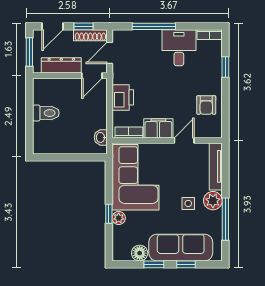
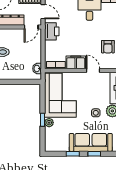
door: (110, 53) -> (43, 12), swing flipped
printer: (123, 97) -> (52, 31), moved
door: (184, 140) -> (93, 70), hinge flipped
floor lamp: (140, 253) -> (63, 146), removed

